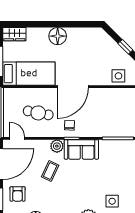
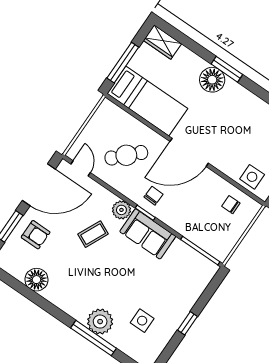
window: (62, 24) -> (227, 69), added
chair: (117, 100) -> (231, 205), added
cafe table: (38, 113) -> (126, 155), turned -56
armchair: (18, 194) -> (36, 235), turned -90

